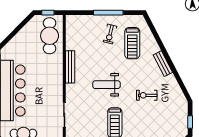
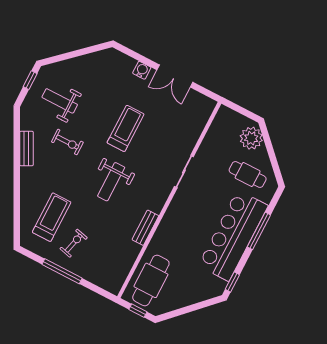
bench: (163, 64) -> (26, 148), moved
bench: (70, 67) -> (145, 228), width x0.73
weight bench: (106, 85) -> (111, 182), turned 90
weight bench: (165, 119) -> (60, 101), added

